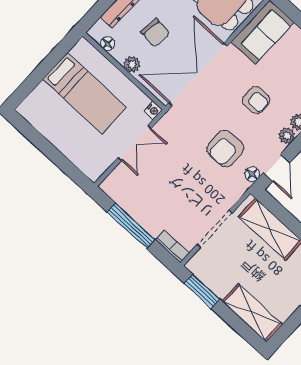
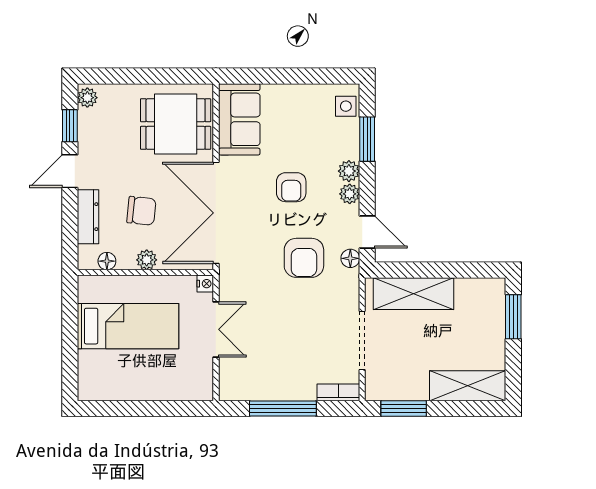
armchair: (256, 100) -> (291, 187), turned 90

